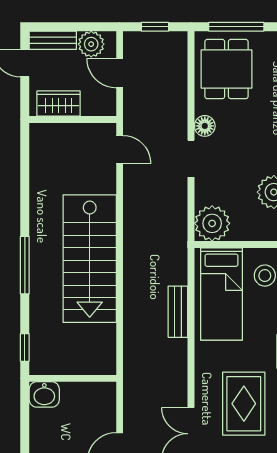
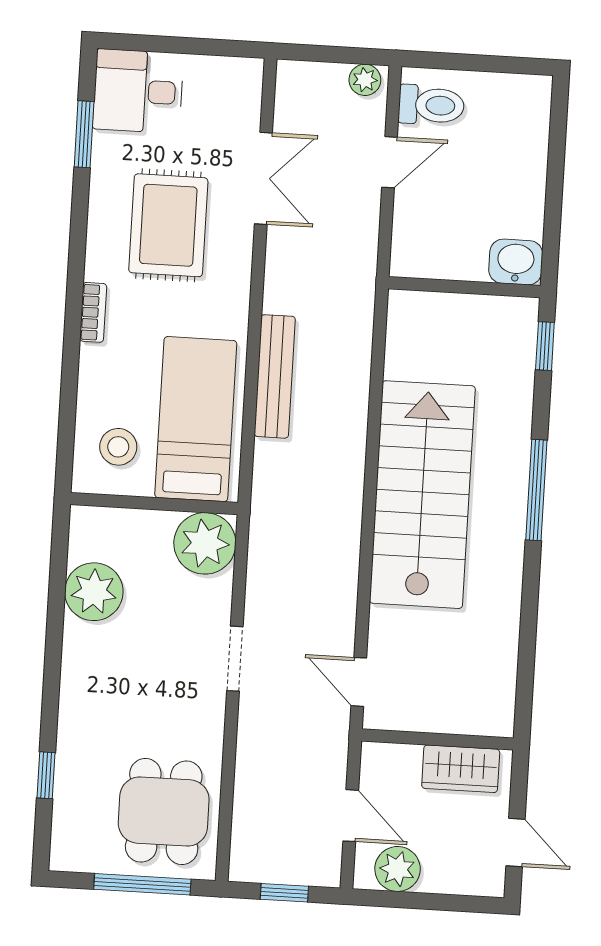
bench: (53, 40) -> (464, 880), removed
floor lamp: (205, 126) -> (208, 714), removed
bench: (178, 312) -> (275, 376), width x1.36

